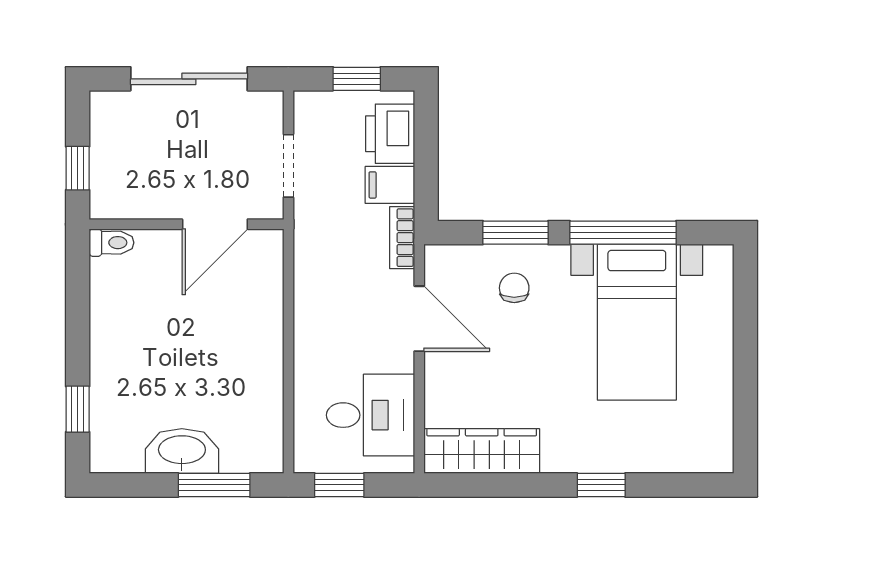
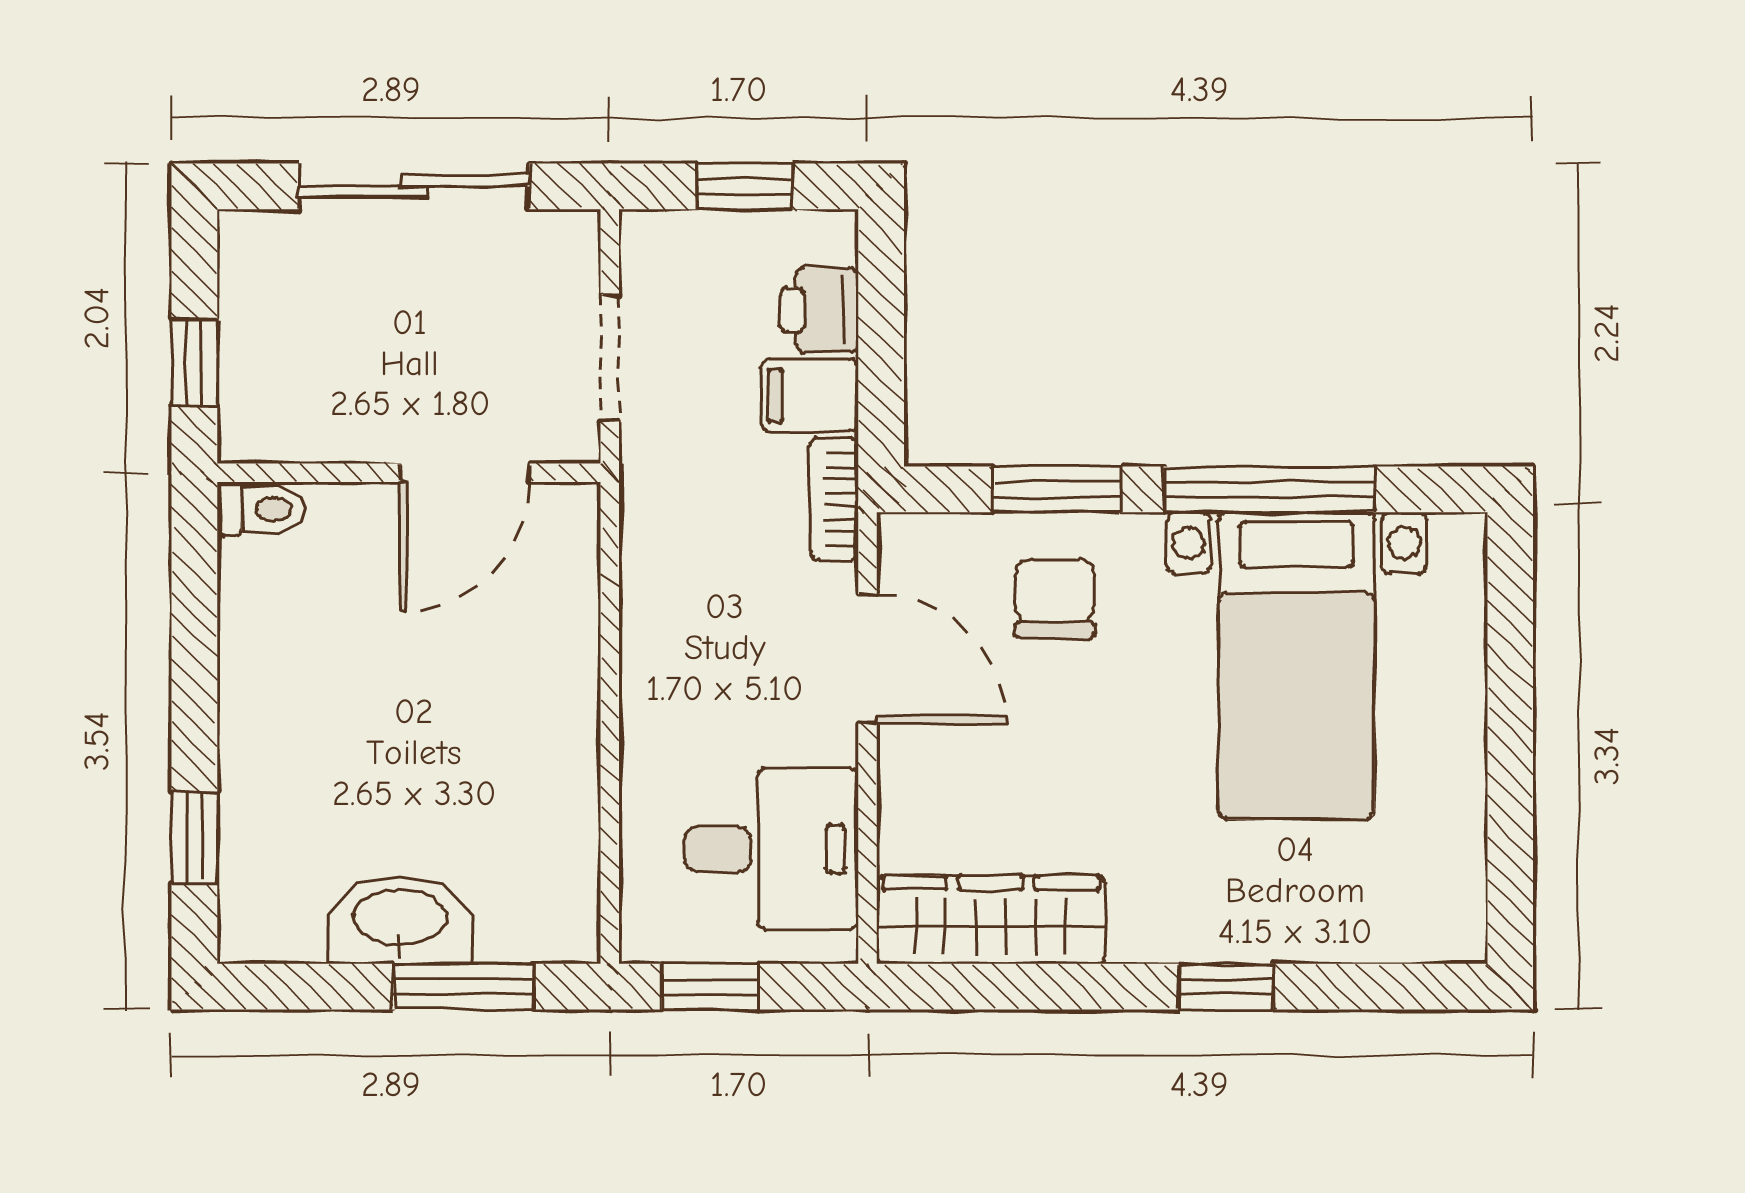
printer: (390, 134) -> (819, 310), width x0.73, depth x0.81
chair: (514, 288) -> (1055, 598), width x1.37, depth x1.37

